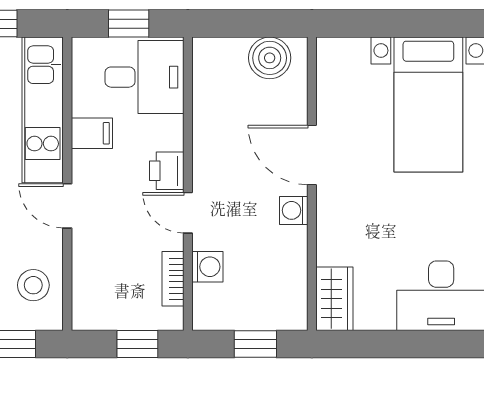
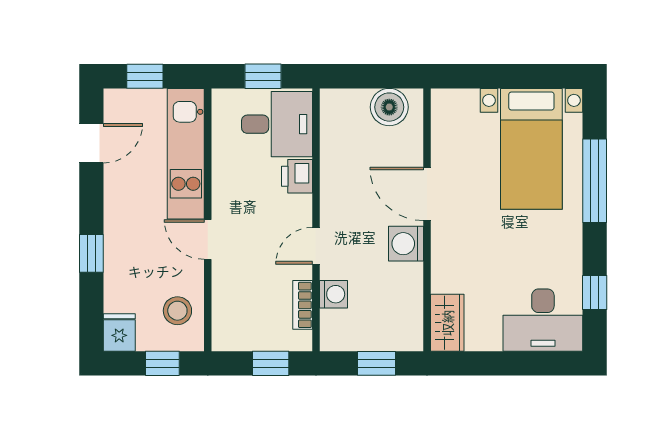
filing cabinet: (92, 133) -> (230, 175), removed
printer: (167, 171) -> (297, 176), moved
washing machine: (294, 210) -> (406, 244), width x1.38, depth x1.38
door: (188, 213) -> (316, 246), hinge flipped

